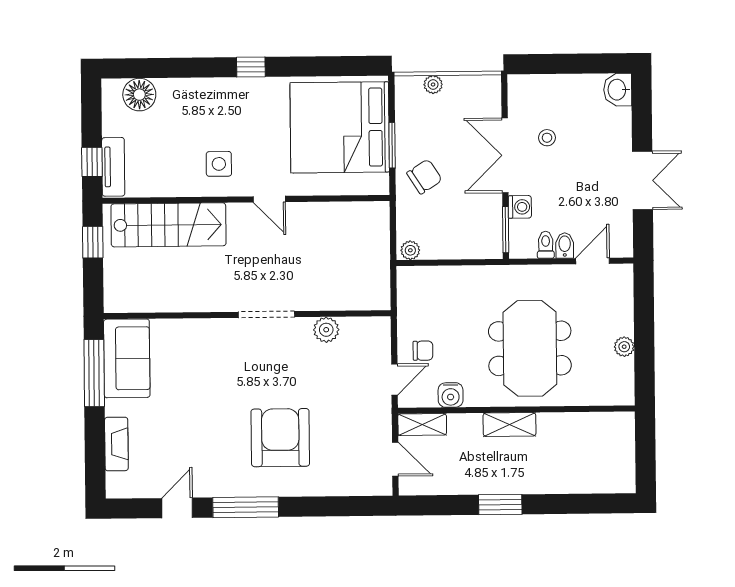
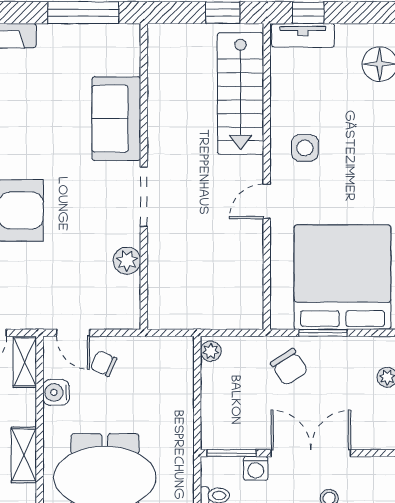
chair: (423, 351) -> (104, 364), turned 114
sofa: (127, 358) -> (116, 119), moved, turned 90

